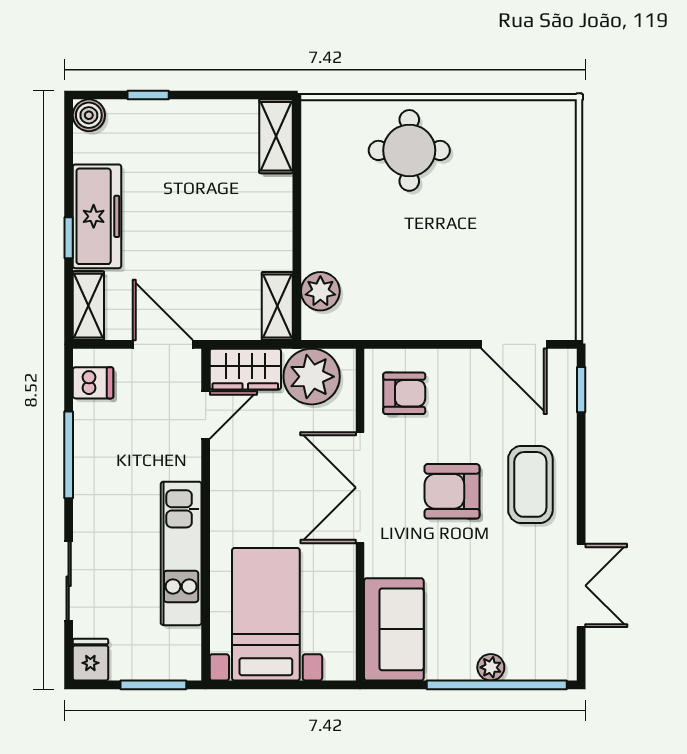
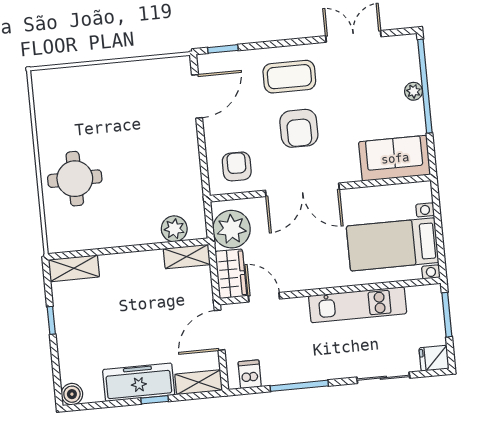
window: (148, 95) -> (51, 320), moved

